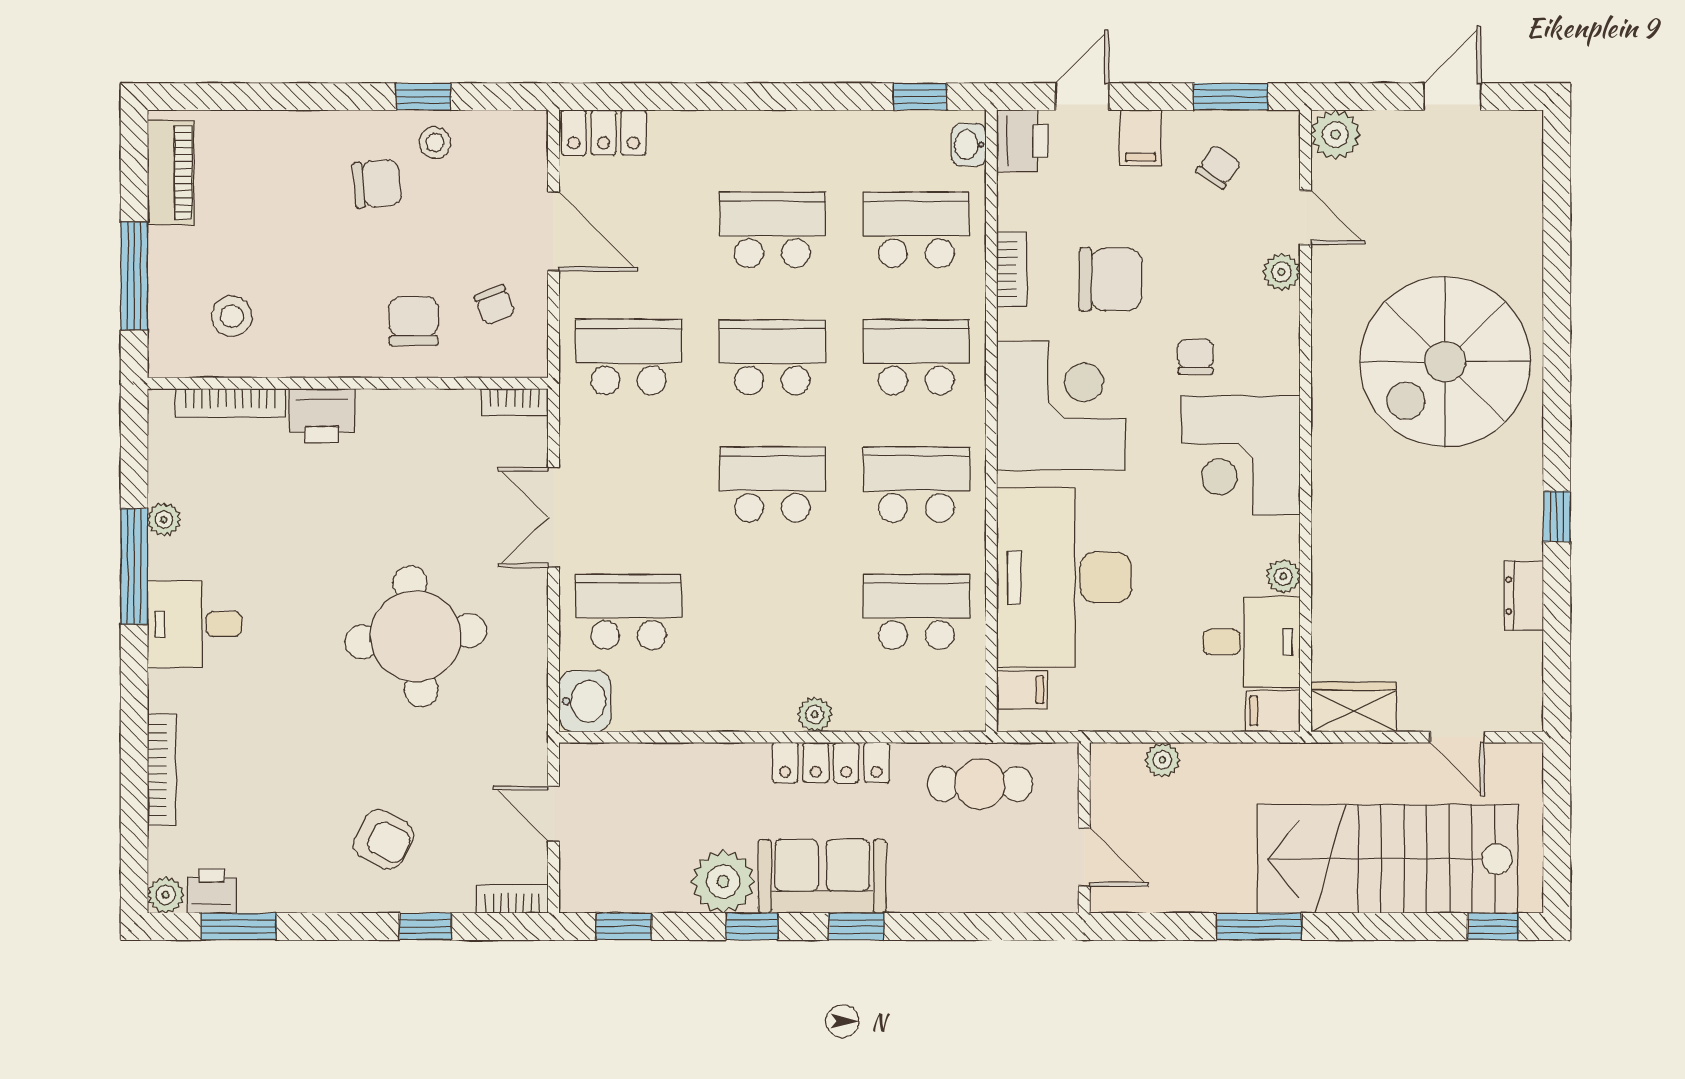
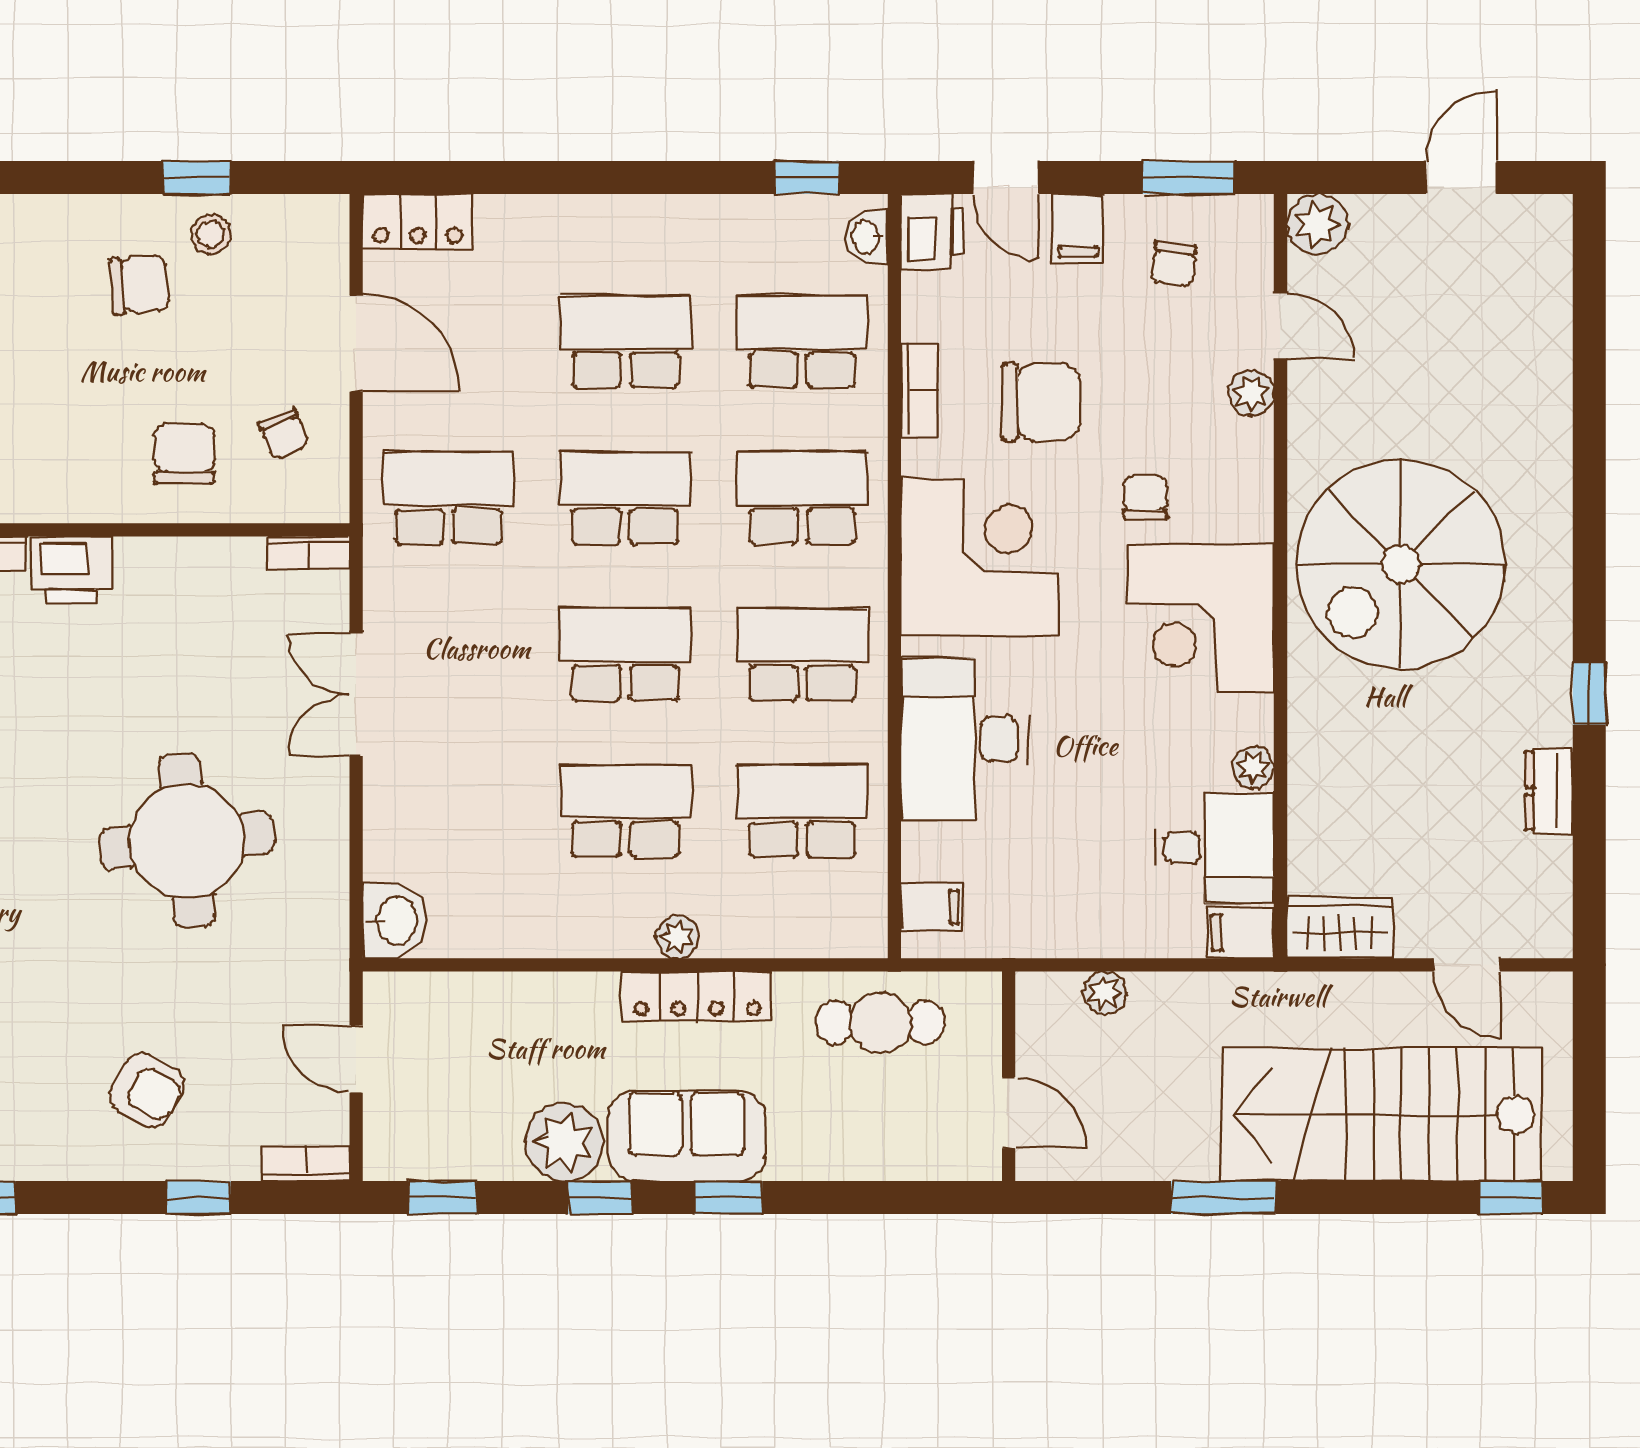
door: (1082, 97) -> (1006, 178), swing flipped
chair: (1219, 167) -> (1174, 264), turned 153
spiral stairs: (1445, 362) -> (1401, 564), moved
desk: (1064, 577) -> (965, 739), width x0.73, depth x0.77
school desk: (629, 612) -> (625, 811), moved

